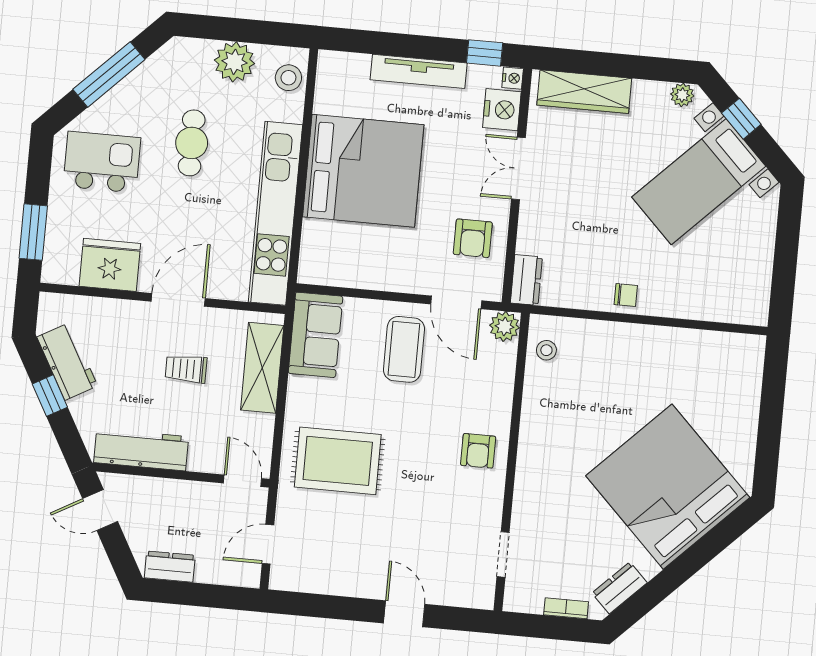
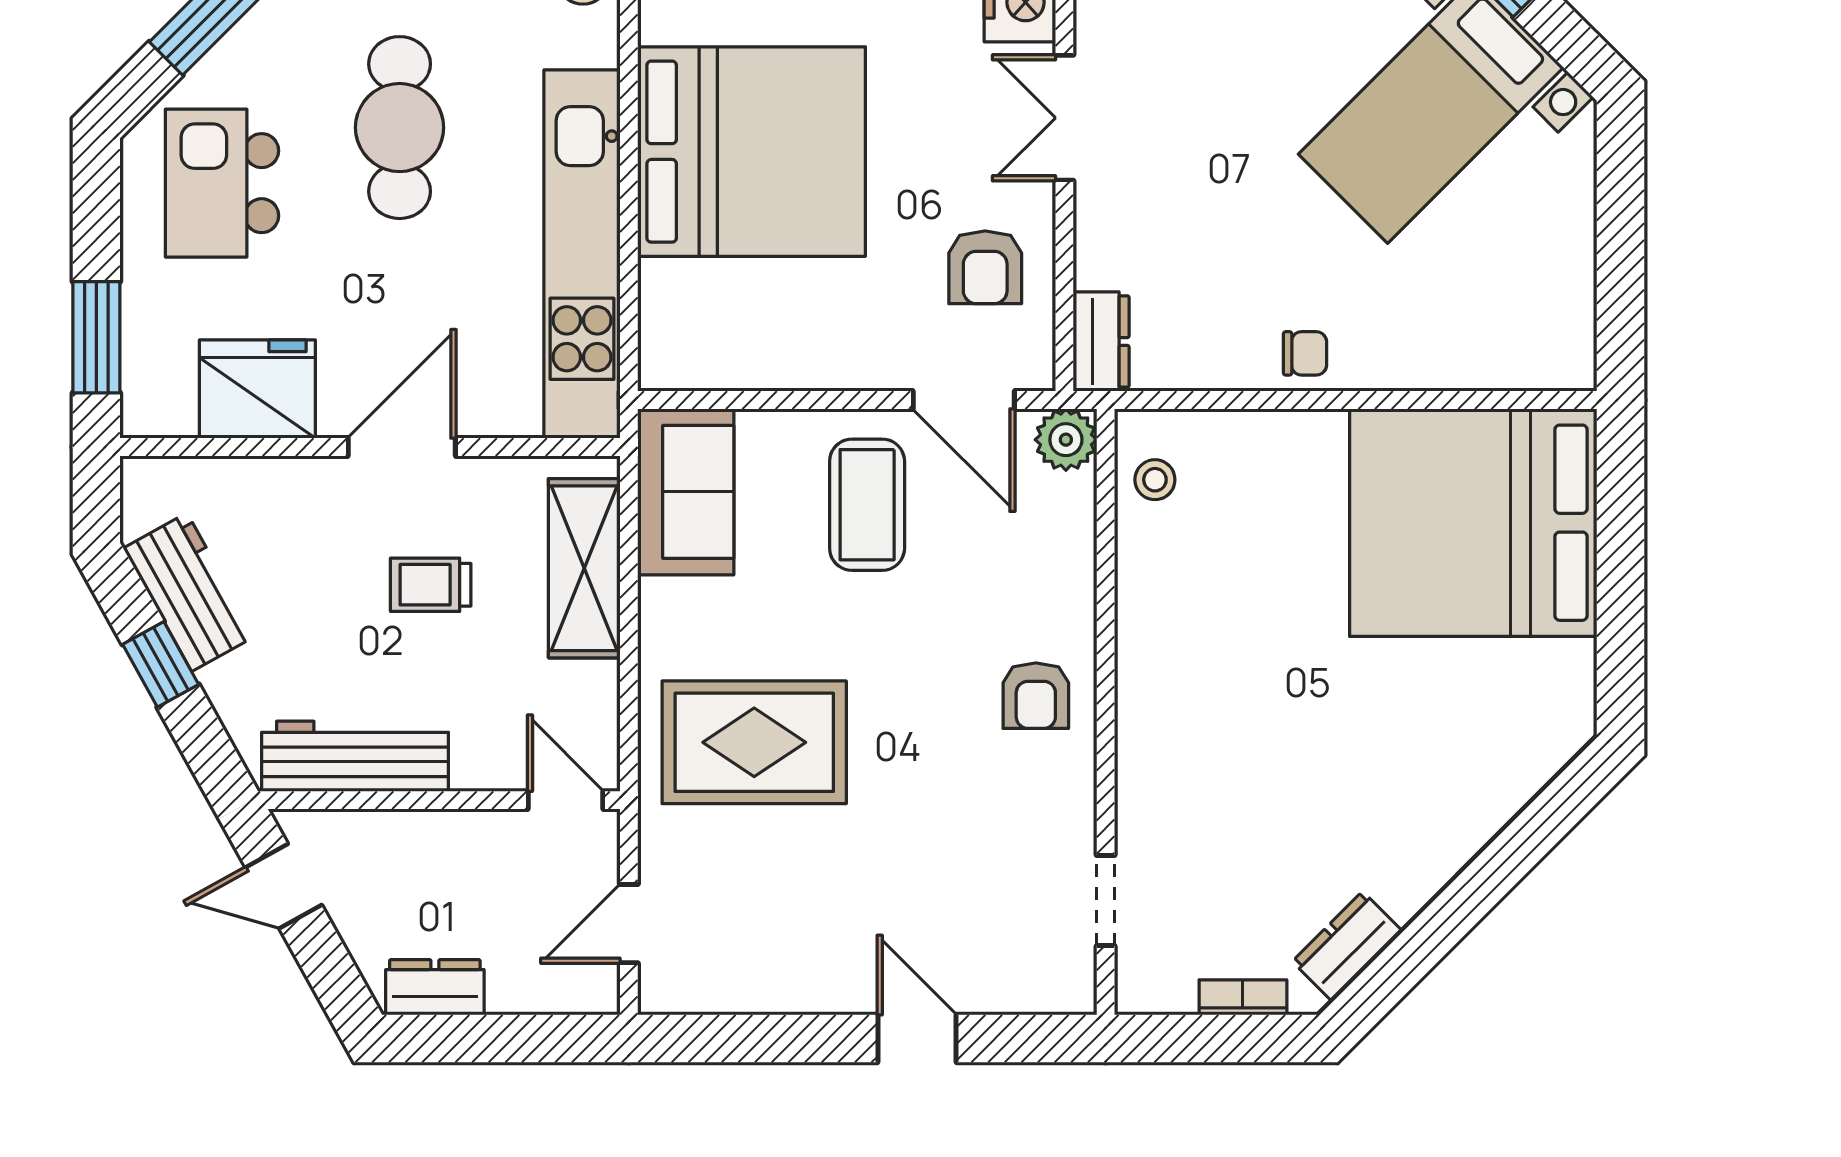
cafe table: (192, 143) -> (400, 128), width x1.37, depth x1.35
kitchen island: (102, 162) -> (222, 183), turned -90
bed: (668, 487) -> (1473, 523), moved, turned -45

